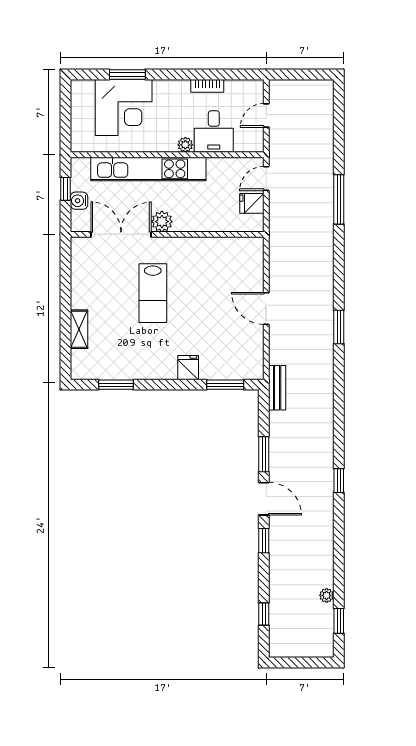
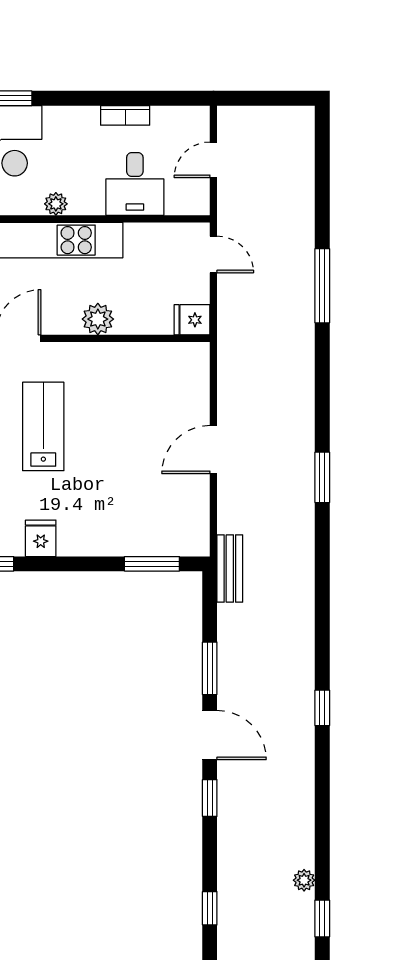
plant: (185, 145) -> (56, 204), moved
door: (266, 179) -> (213, 255), swing flipped
fridge: (252, 203) -> (192, 320), moved
plant: (162, 222) -> (98, 319), moved
lab bench: (153, 293) -> (43, 426), turned 180
door: (266, 308) -> (213, 450), hinge flipped
fridge: (188, 368) -> (41, 538), moved

